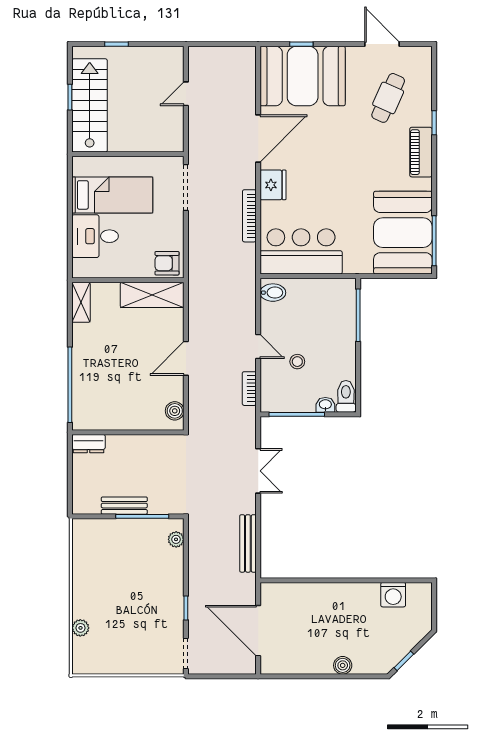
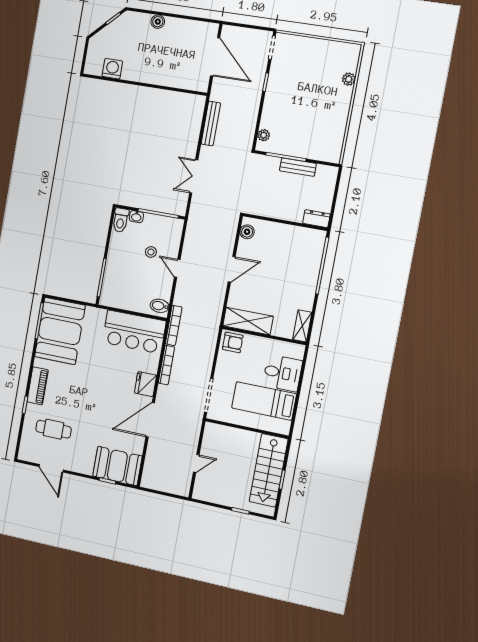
booth: (303, 76) -> (117, 466), width x0.73, depth x0.70
cafe table: (388, 98) -> (54, 429), turned 66
bookcase: (249, 389) -> (174, 325), moved, width x1.56

